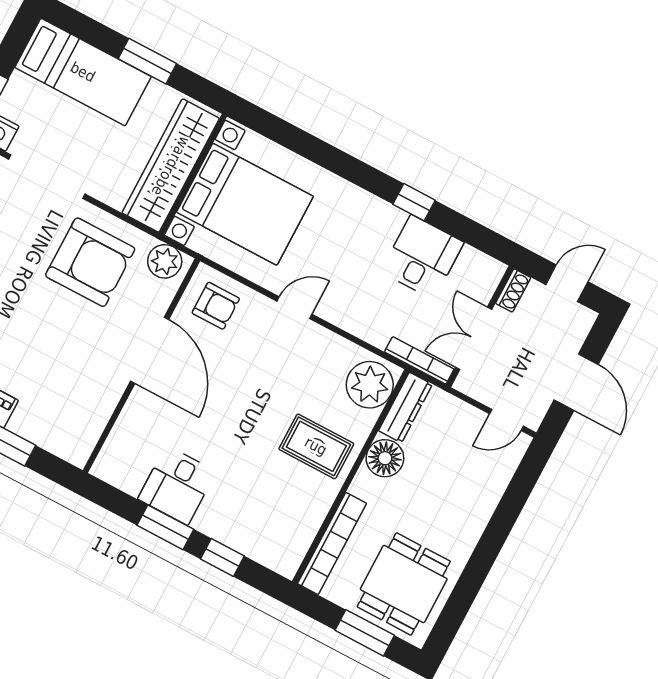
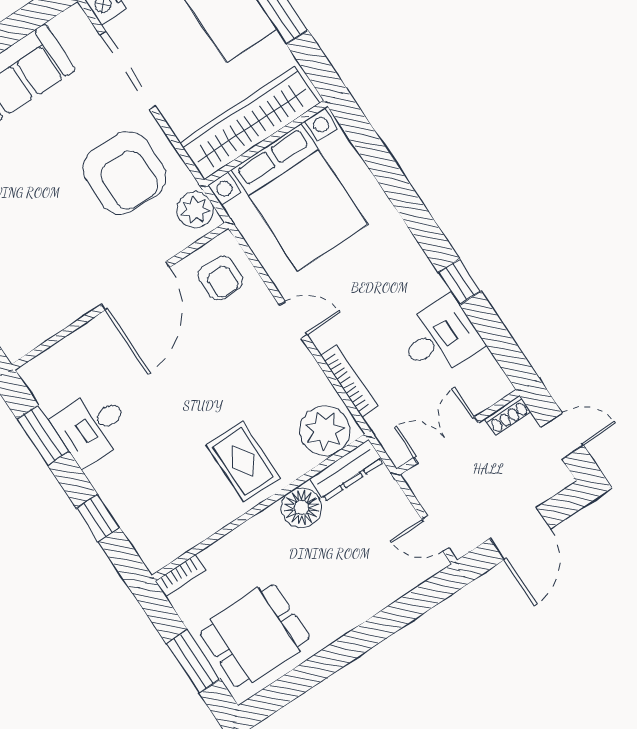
bookcase: (419, 360) -> (349, 381), moved
window: (165, 527) -> (43, 435), moved
bookcase: (332, 544) -> (180, 576), width x0.43, depth x0.76

